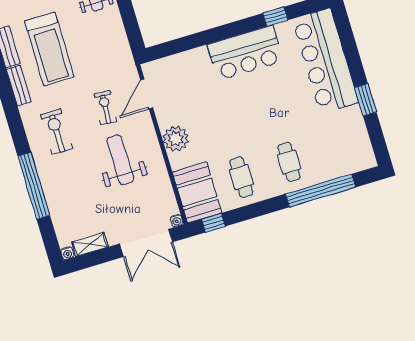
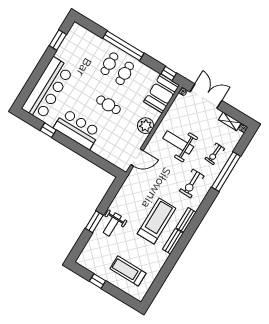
window: (365, 100) -> (58, 40), moved
exercise bike: (105, 108) -> (215, 154), moved
cafe table: (241, 117) -> (108, 105), added
weight bench: (120, 160) -> (178, 142), turned 90
cafe table: (241, 177) -> (125, 73), moved
window: (321, 190) -> (123, 46), moved

